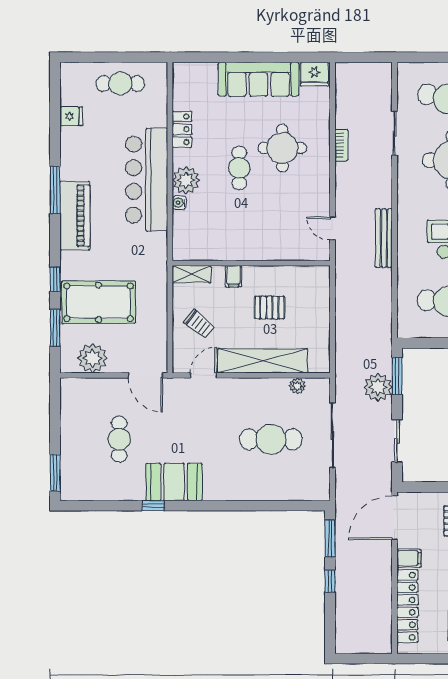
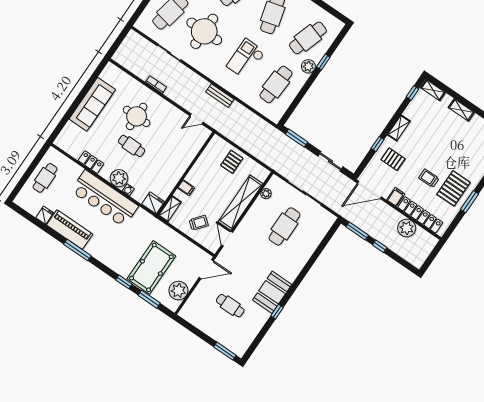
fridge: (314, 74) -> (153, 203), moved, turned -90
piano: (75, 216) -> (70, 230), moved
bench: (384, 238) -> (220, 96), width x0.73
pallet: (269, 308) -> (232, 162), moved
plant: (378, 387) -> (407, 228), moved
door: (394, 518) -> (370, 190), hinge flipped

